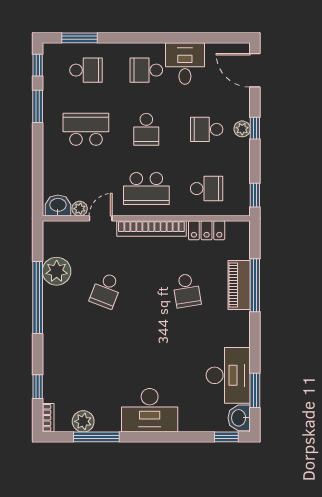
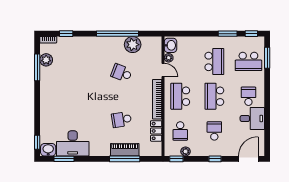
school desk: (86, 70) -> (248, 61), width x1.85
school desk: (146, 129) -> (214, 96), width x1.85
plant: (242, 129) -> (186, 151), moved
desk: (150, 410) -> (52, 98), removed

